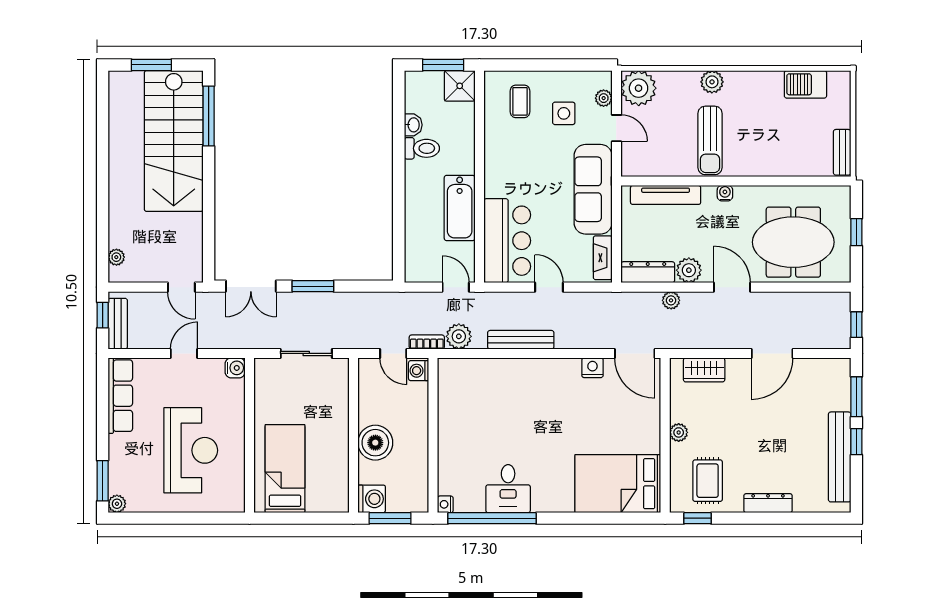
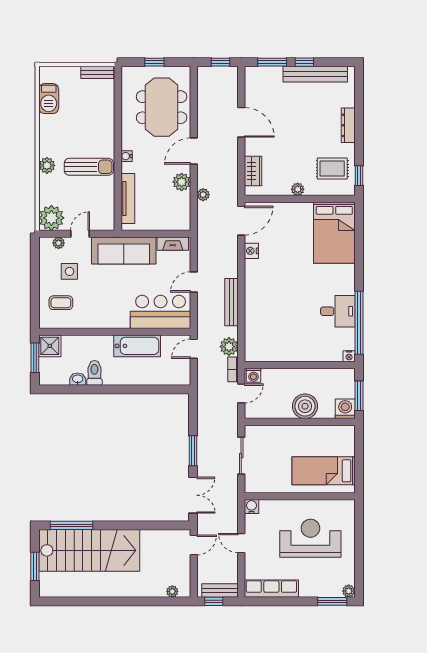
dresser: (648, 272) -> (183, 211), removed

